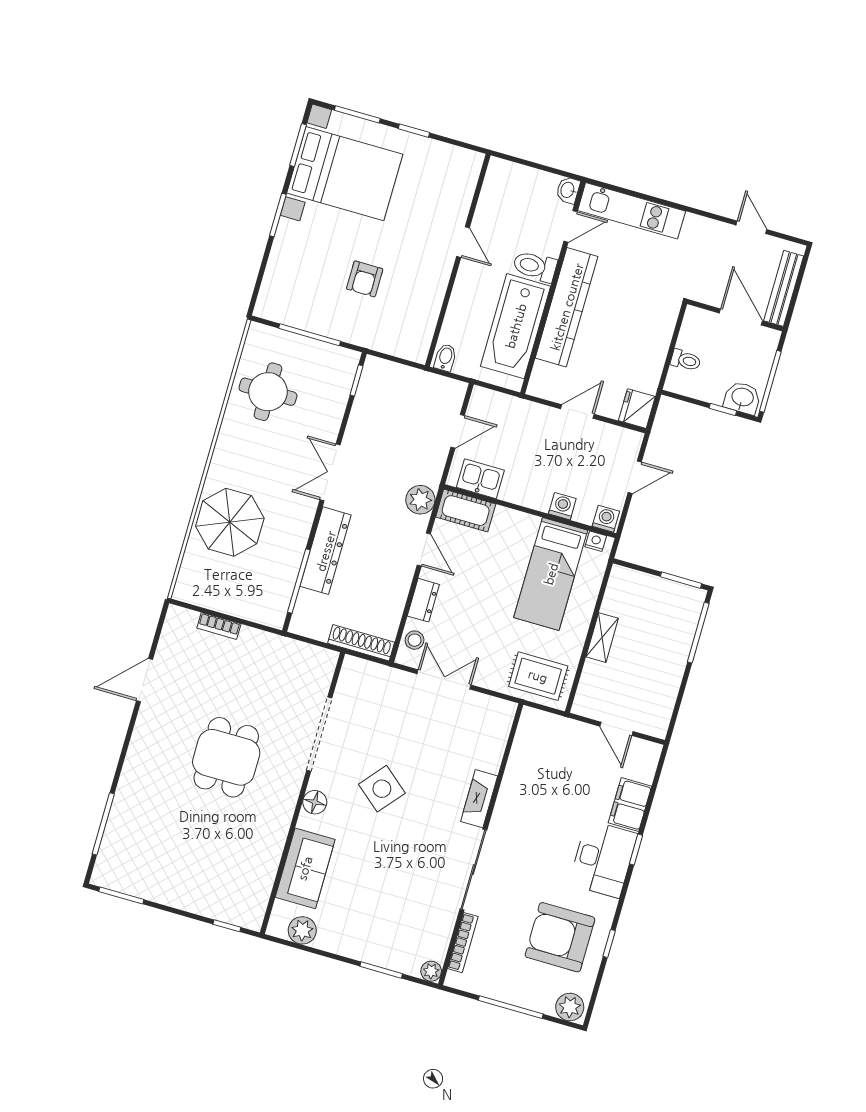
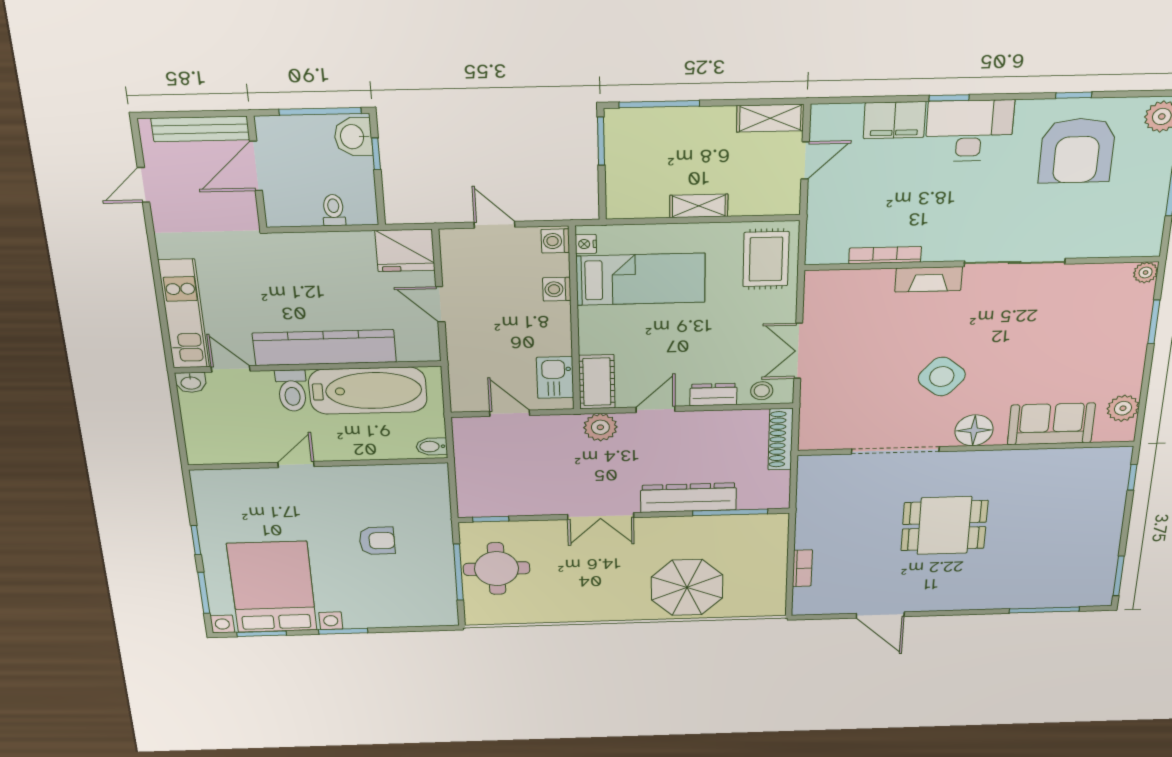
round table: (268, 392) -> (497, 569), moved
fridge: (637, 409) -> (405, 250), width x1.36, depth x1.34
shelving: (661, 712) -> (770, 118), added
floor lamp: (315, 802) -> (974, 430), width x1.38, depth x1.38
bookcase: (463, 943) -> (885, 255), moved

